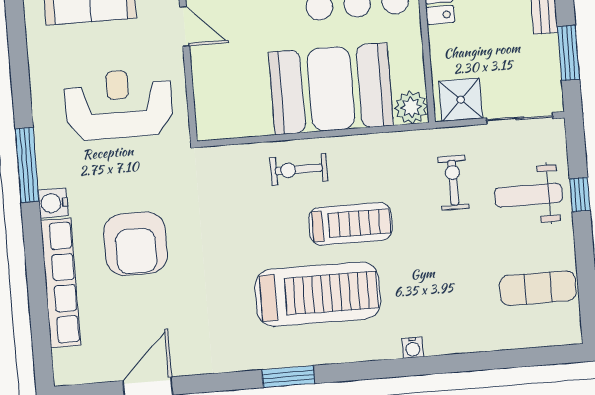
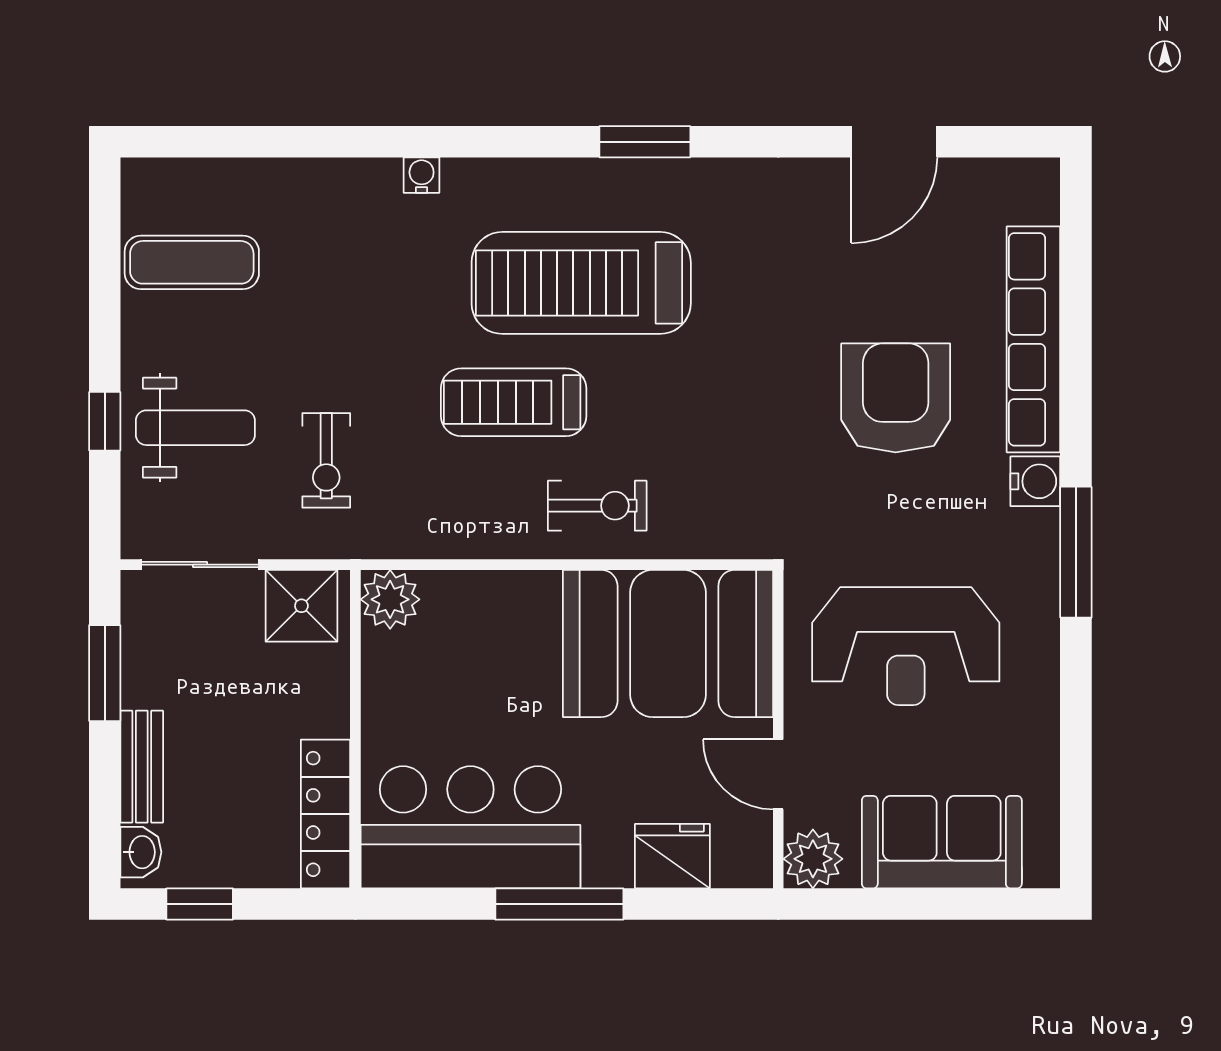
booth: (331, 89) -> (668, 644), moved

